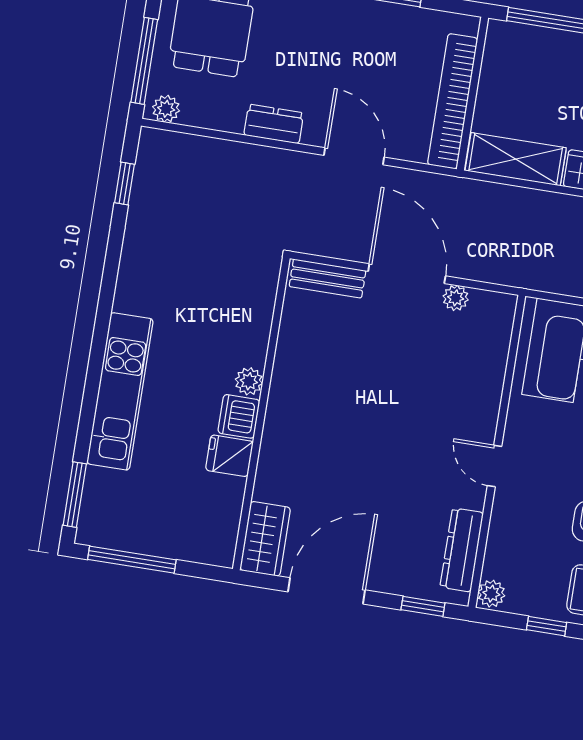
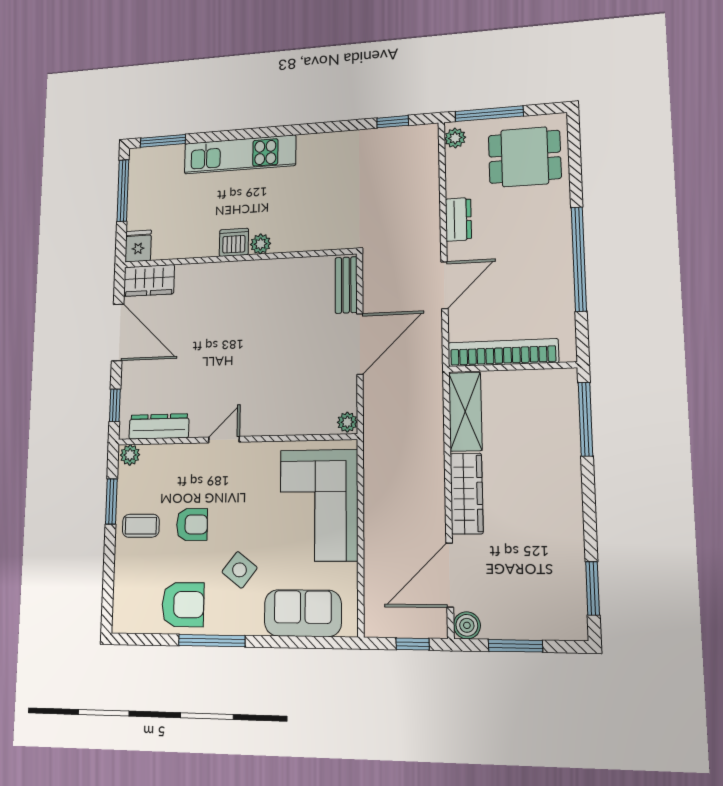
plant: (456, 298) -> (347, 422), moved
fridge: (229, 456) -> (138, 246), moved
window: (547, 626) -> (111, 501), width x1.50

